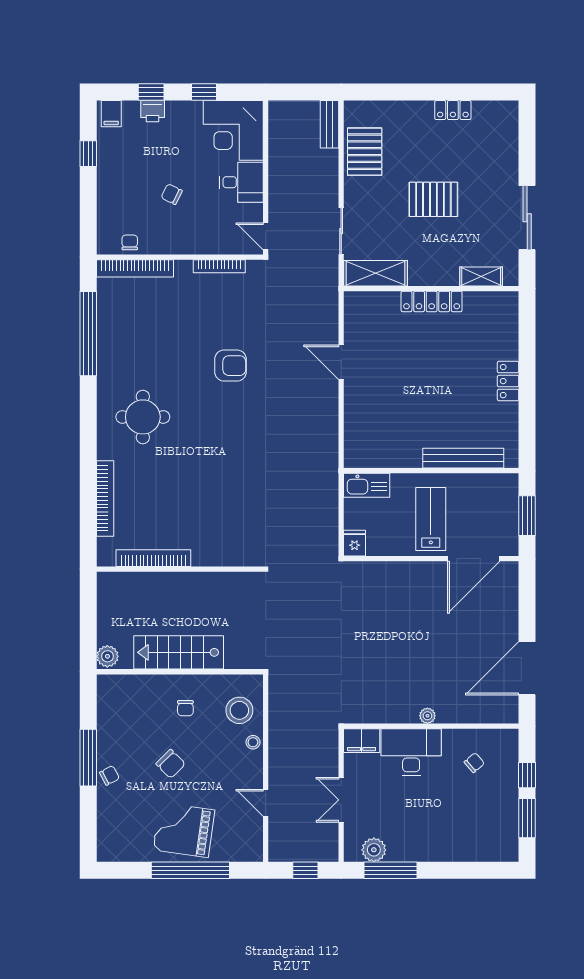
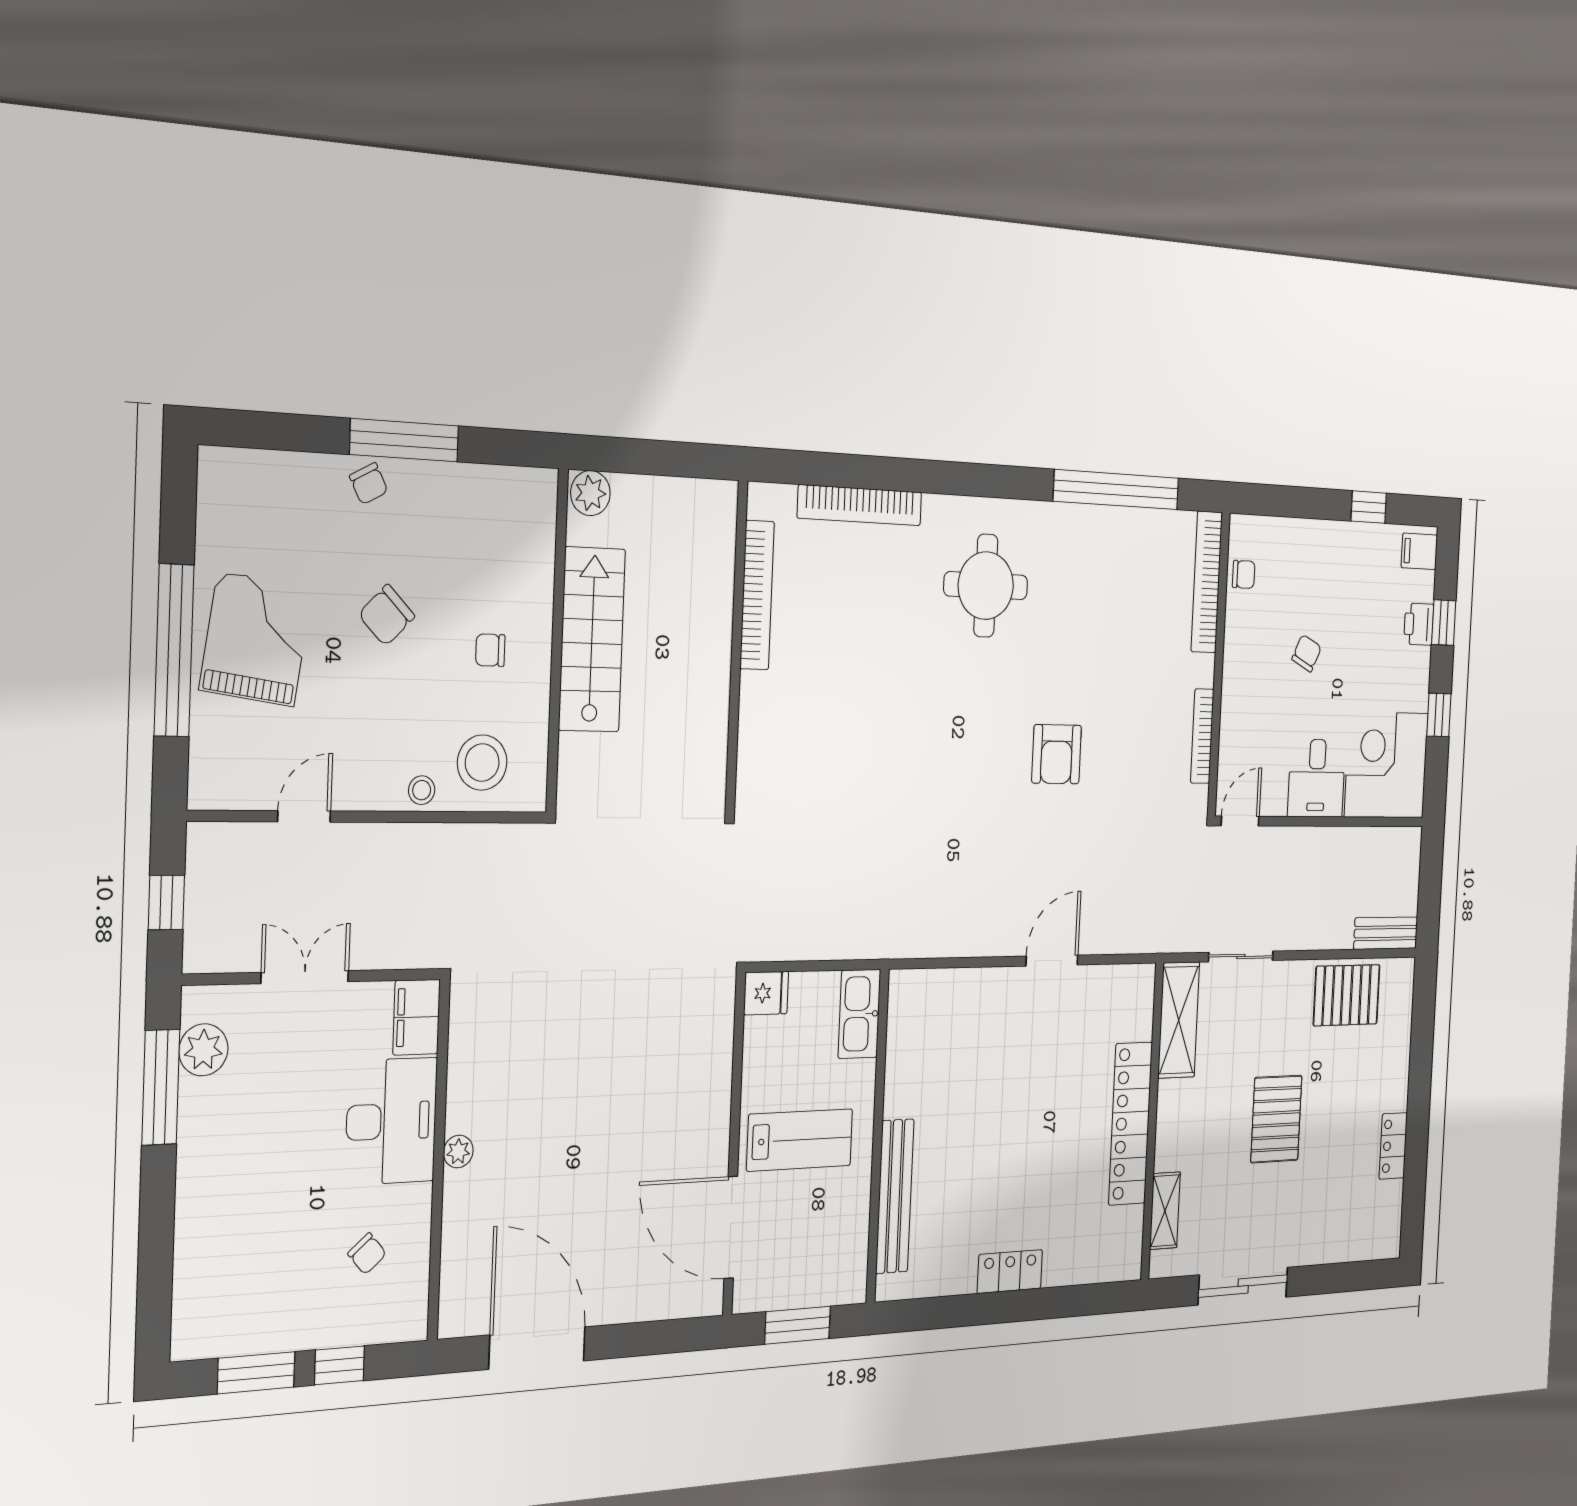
locker: (432, 301) -> (1130, 1124), width x1.41, depth x1.21

